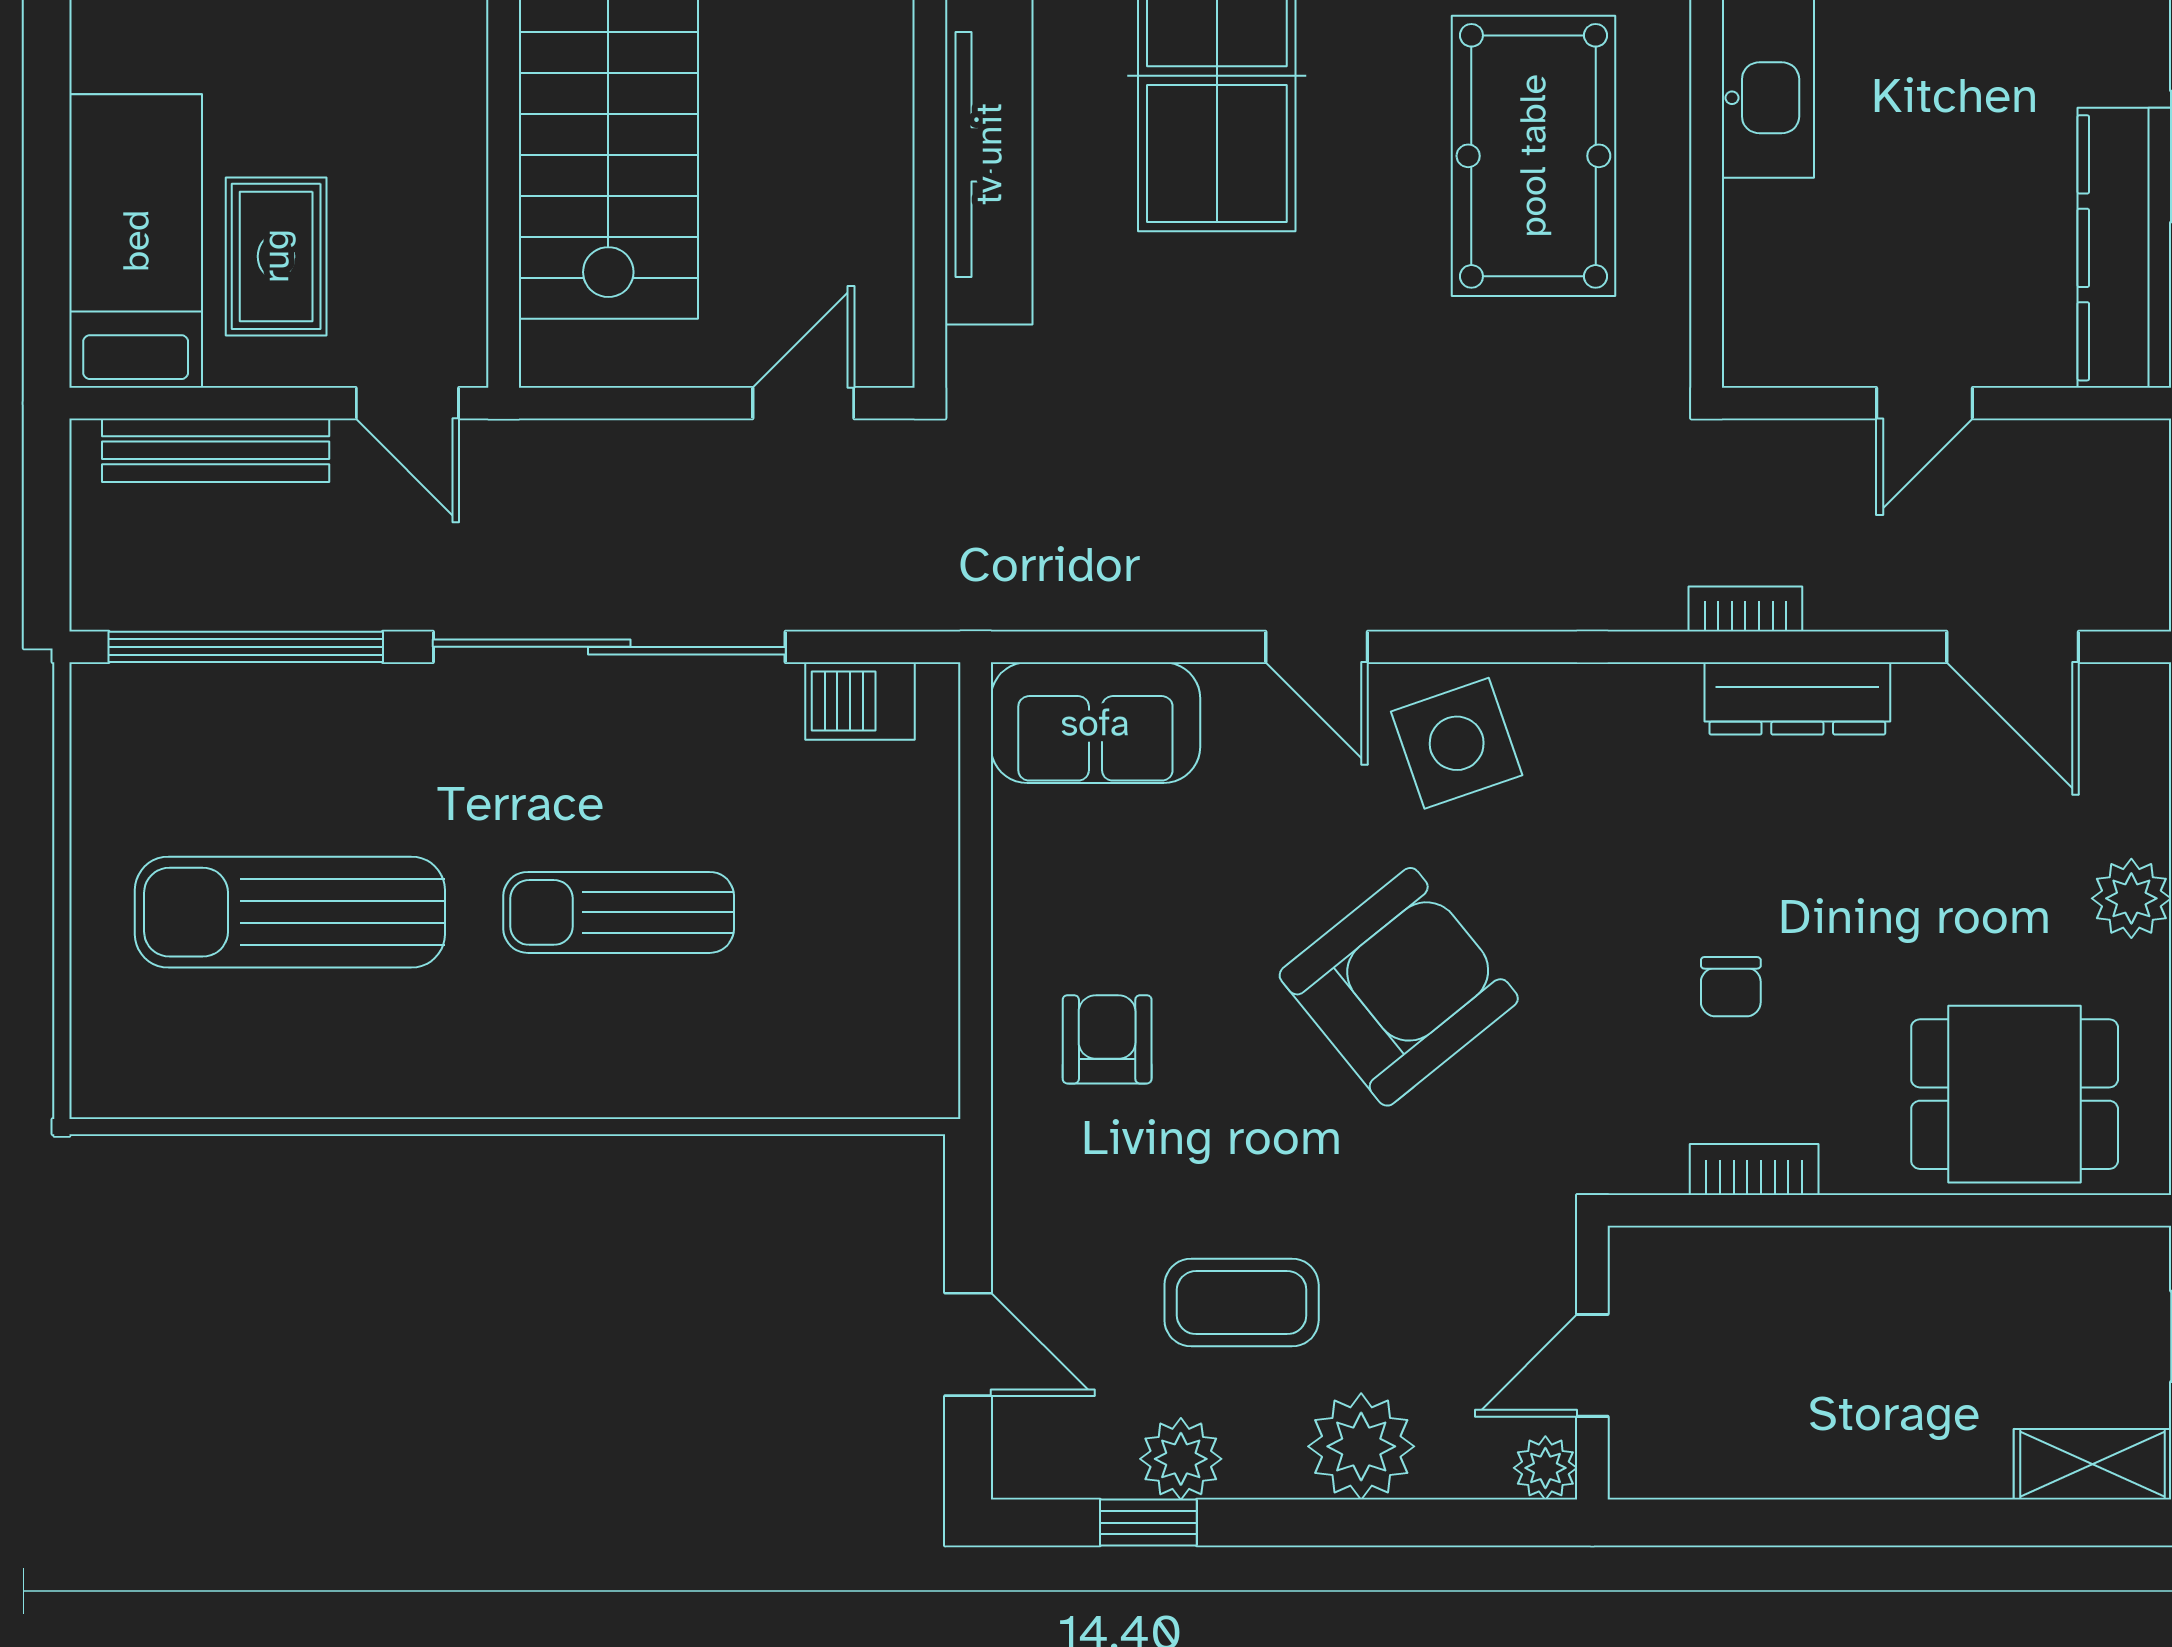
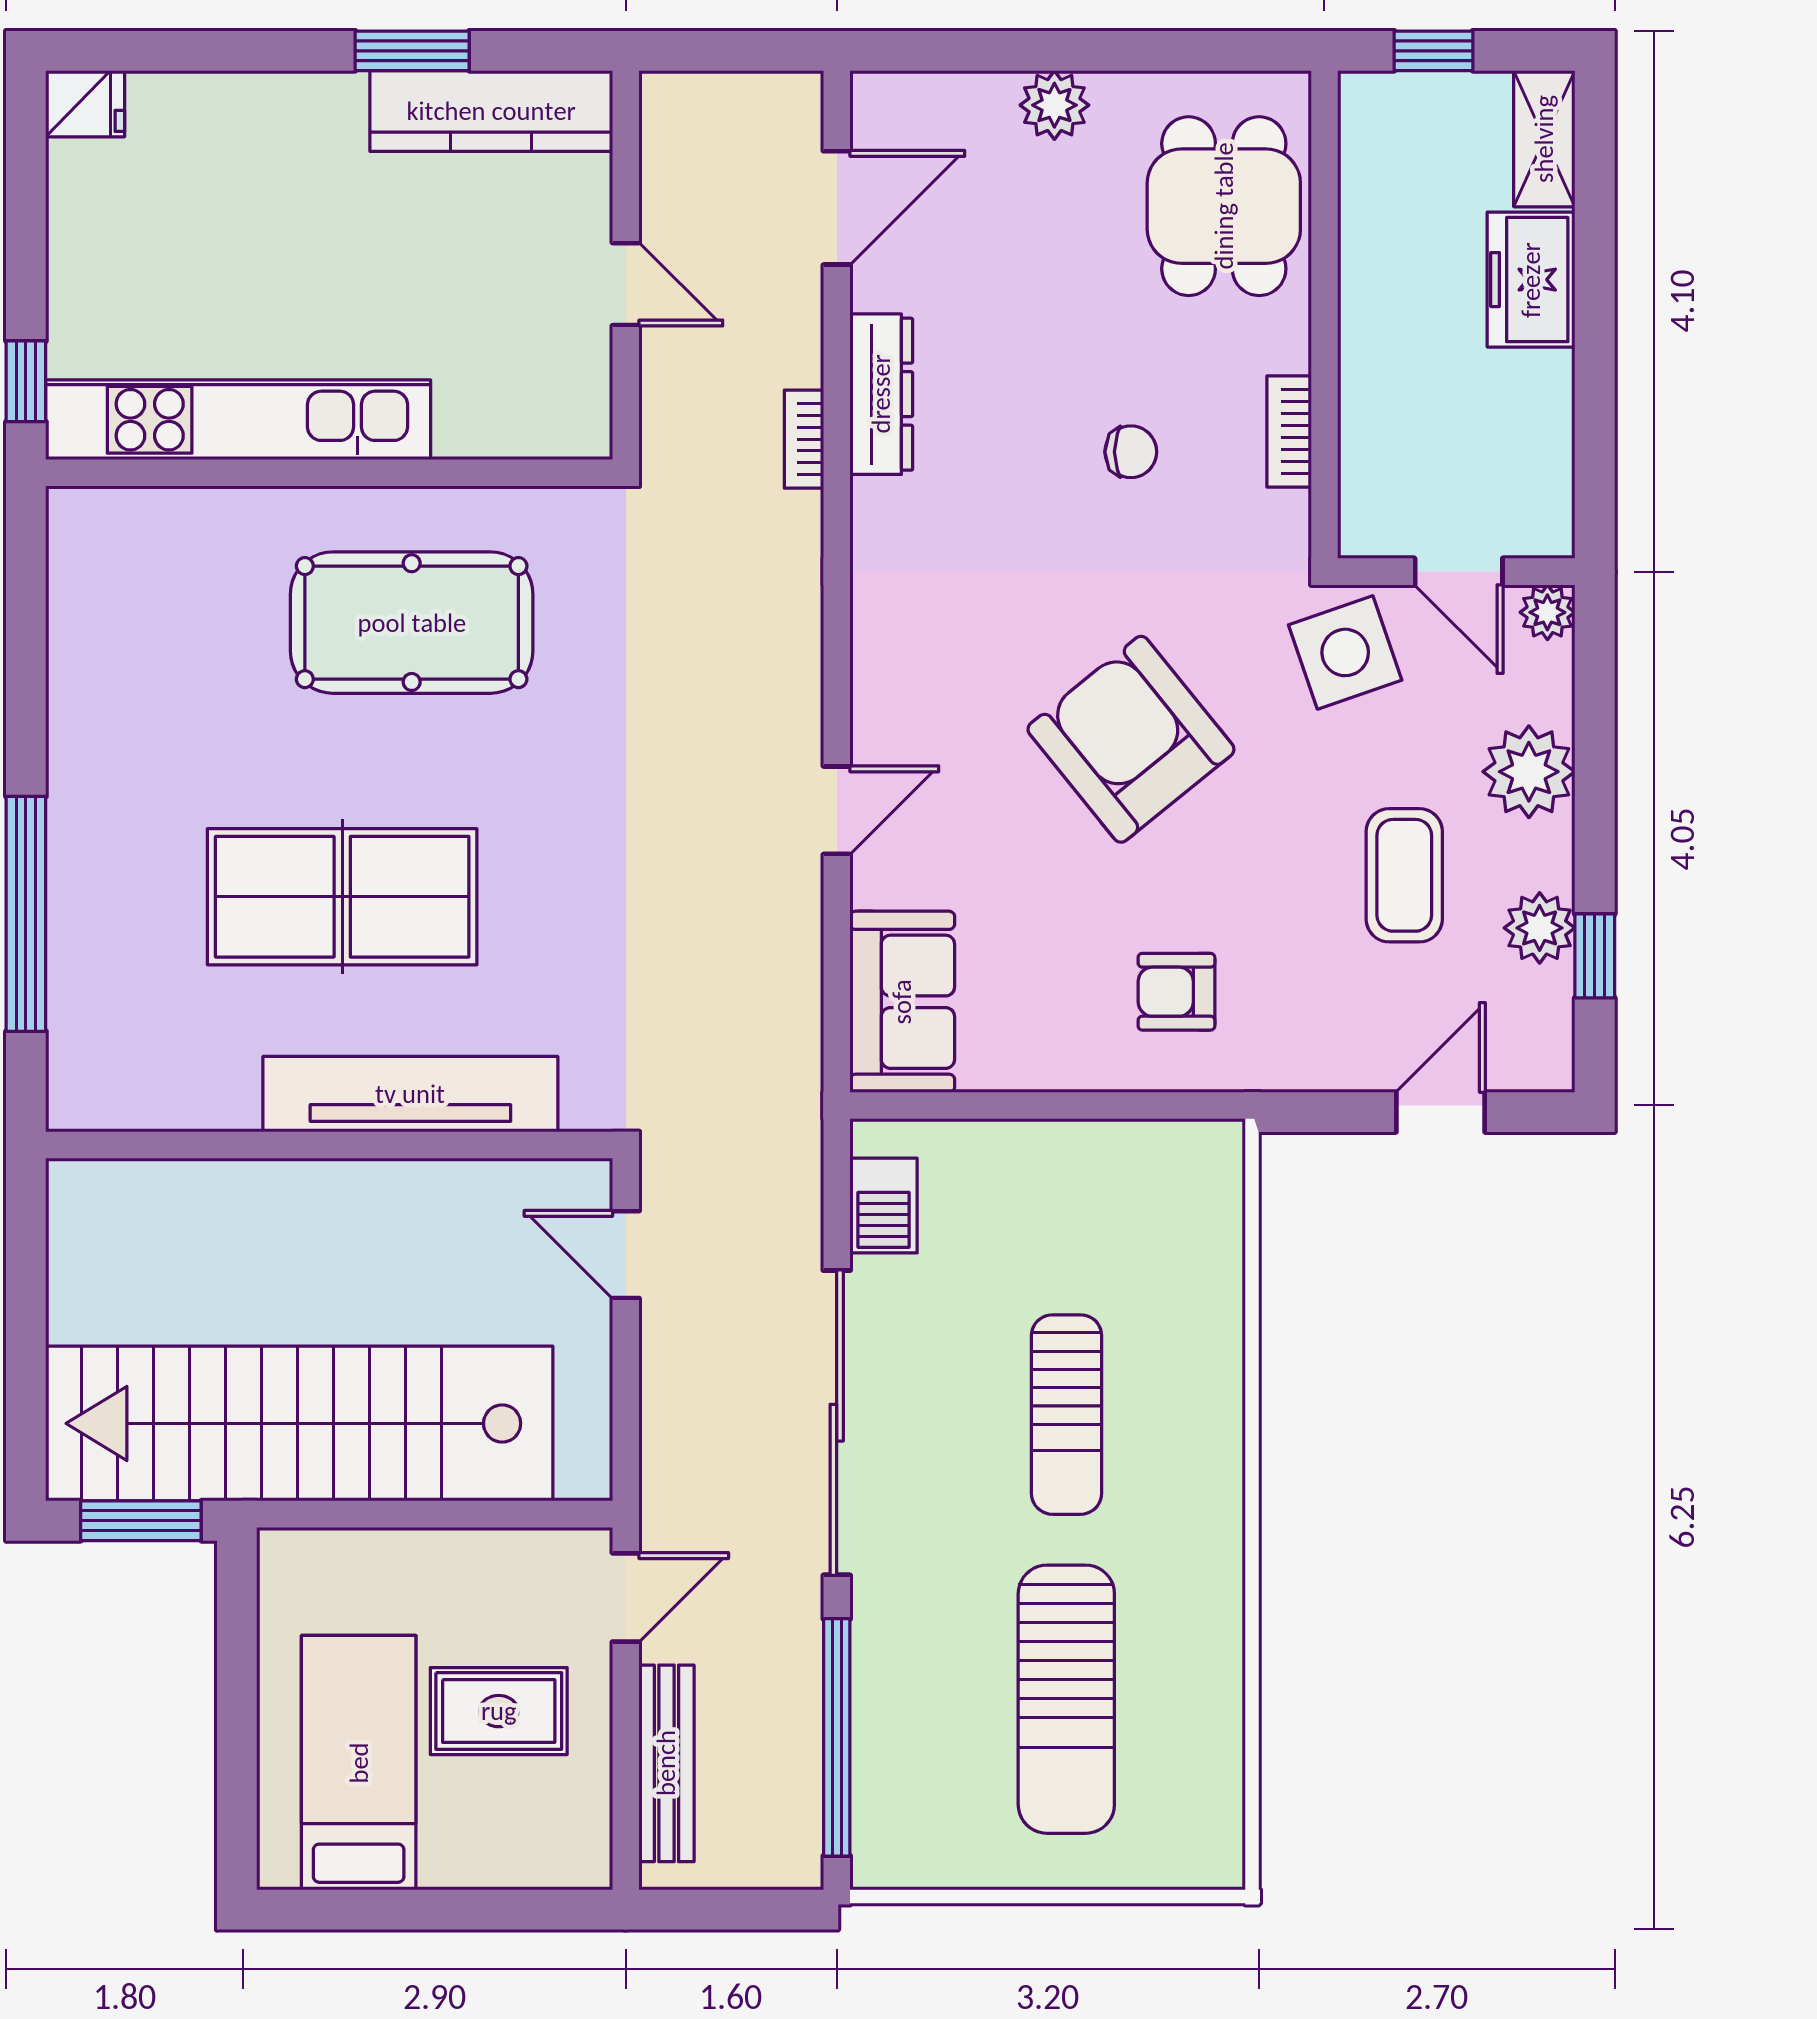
bed: (136, 241) -> (359, 1763), moved, turned 90
side table: (1457, 743) -> (1345, 652), moved
freezer: (1930, 1449) -> (1531, 280), added

